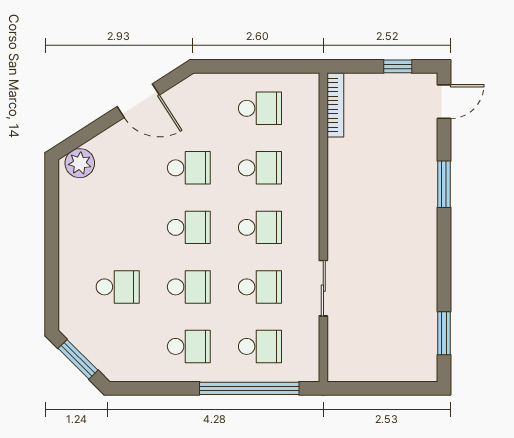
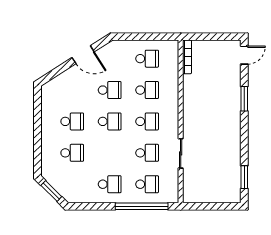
window: (398, 66) -> (220, 37), removed
plant: (80, 163) -> (52, 88), removed
school desk: (189, 287) -> (72, 121), moved

